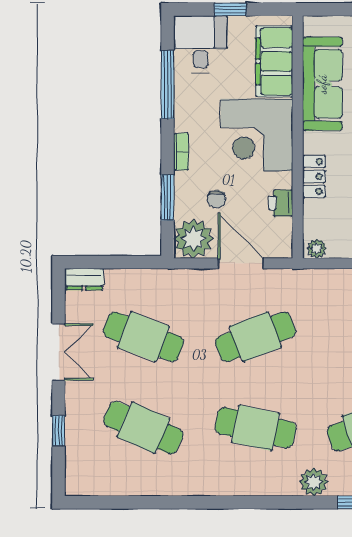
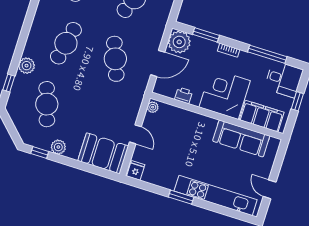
locker: (314, 176) -> (192, 118), removed
chair: (217, 199) -> (197, 61), removed

